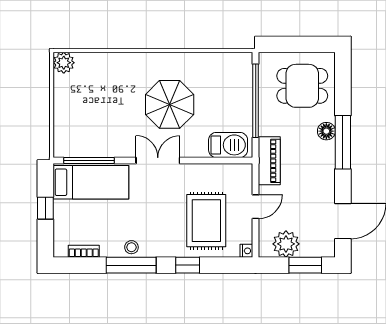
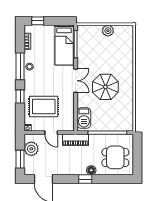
plant: (64, 63) -> (108, 31), moved
dining table: (302, 86) -> (115, 157), turned 90
window: (343, 142) -> (85, 179), width x0.46
window: (45, 208) -> (38, 21), moved

